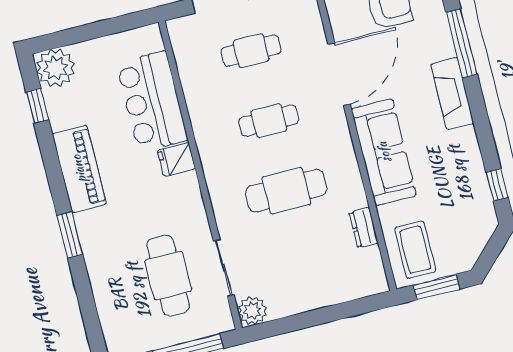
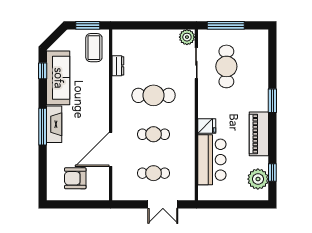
window: (462, 43) -> (43, 127), moved
plant: (56, 68) -> (258, 179), moved
sofa: (384, 152) -> (58, 78), moved, turned 180

